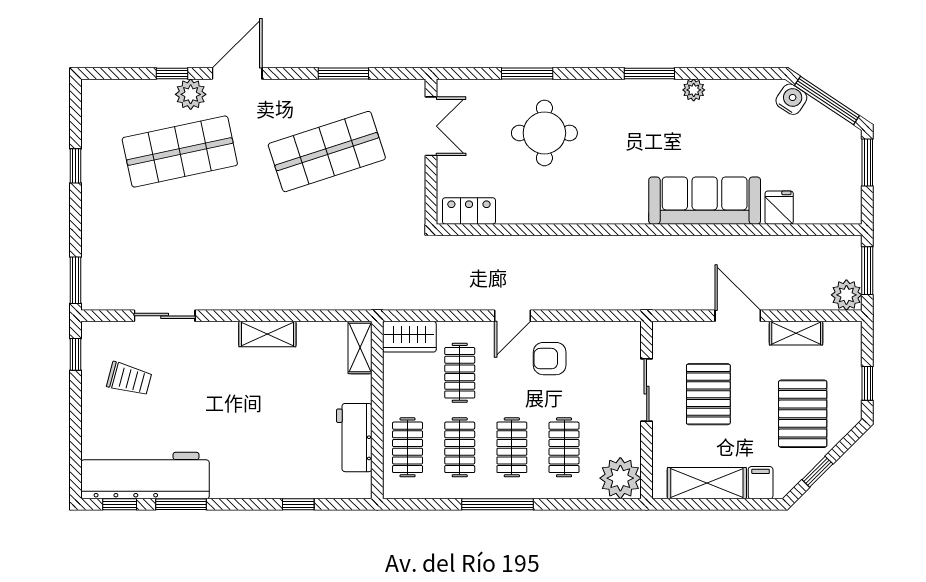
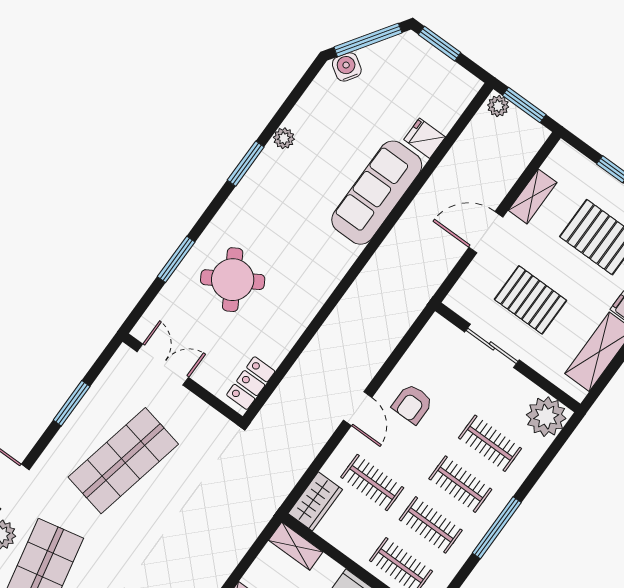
round table: (544, 133) -> (233, 280), turned -31
shop shelf: (327, 152) -> (123, 461), turned 30
plant: (846, 295) -> (498, 106), moved, width x0.73, depth x0.73

